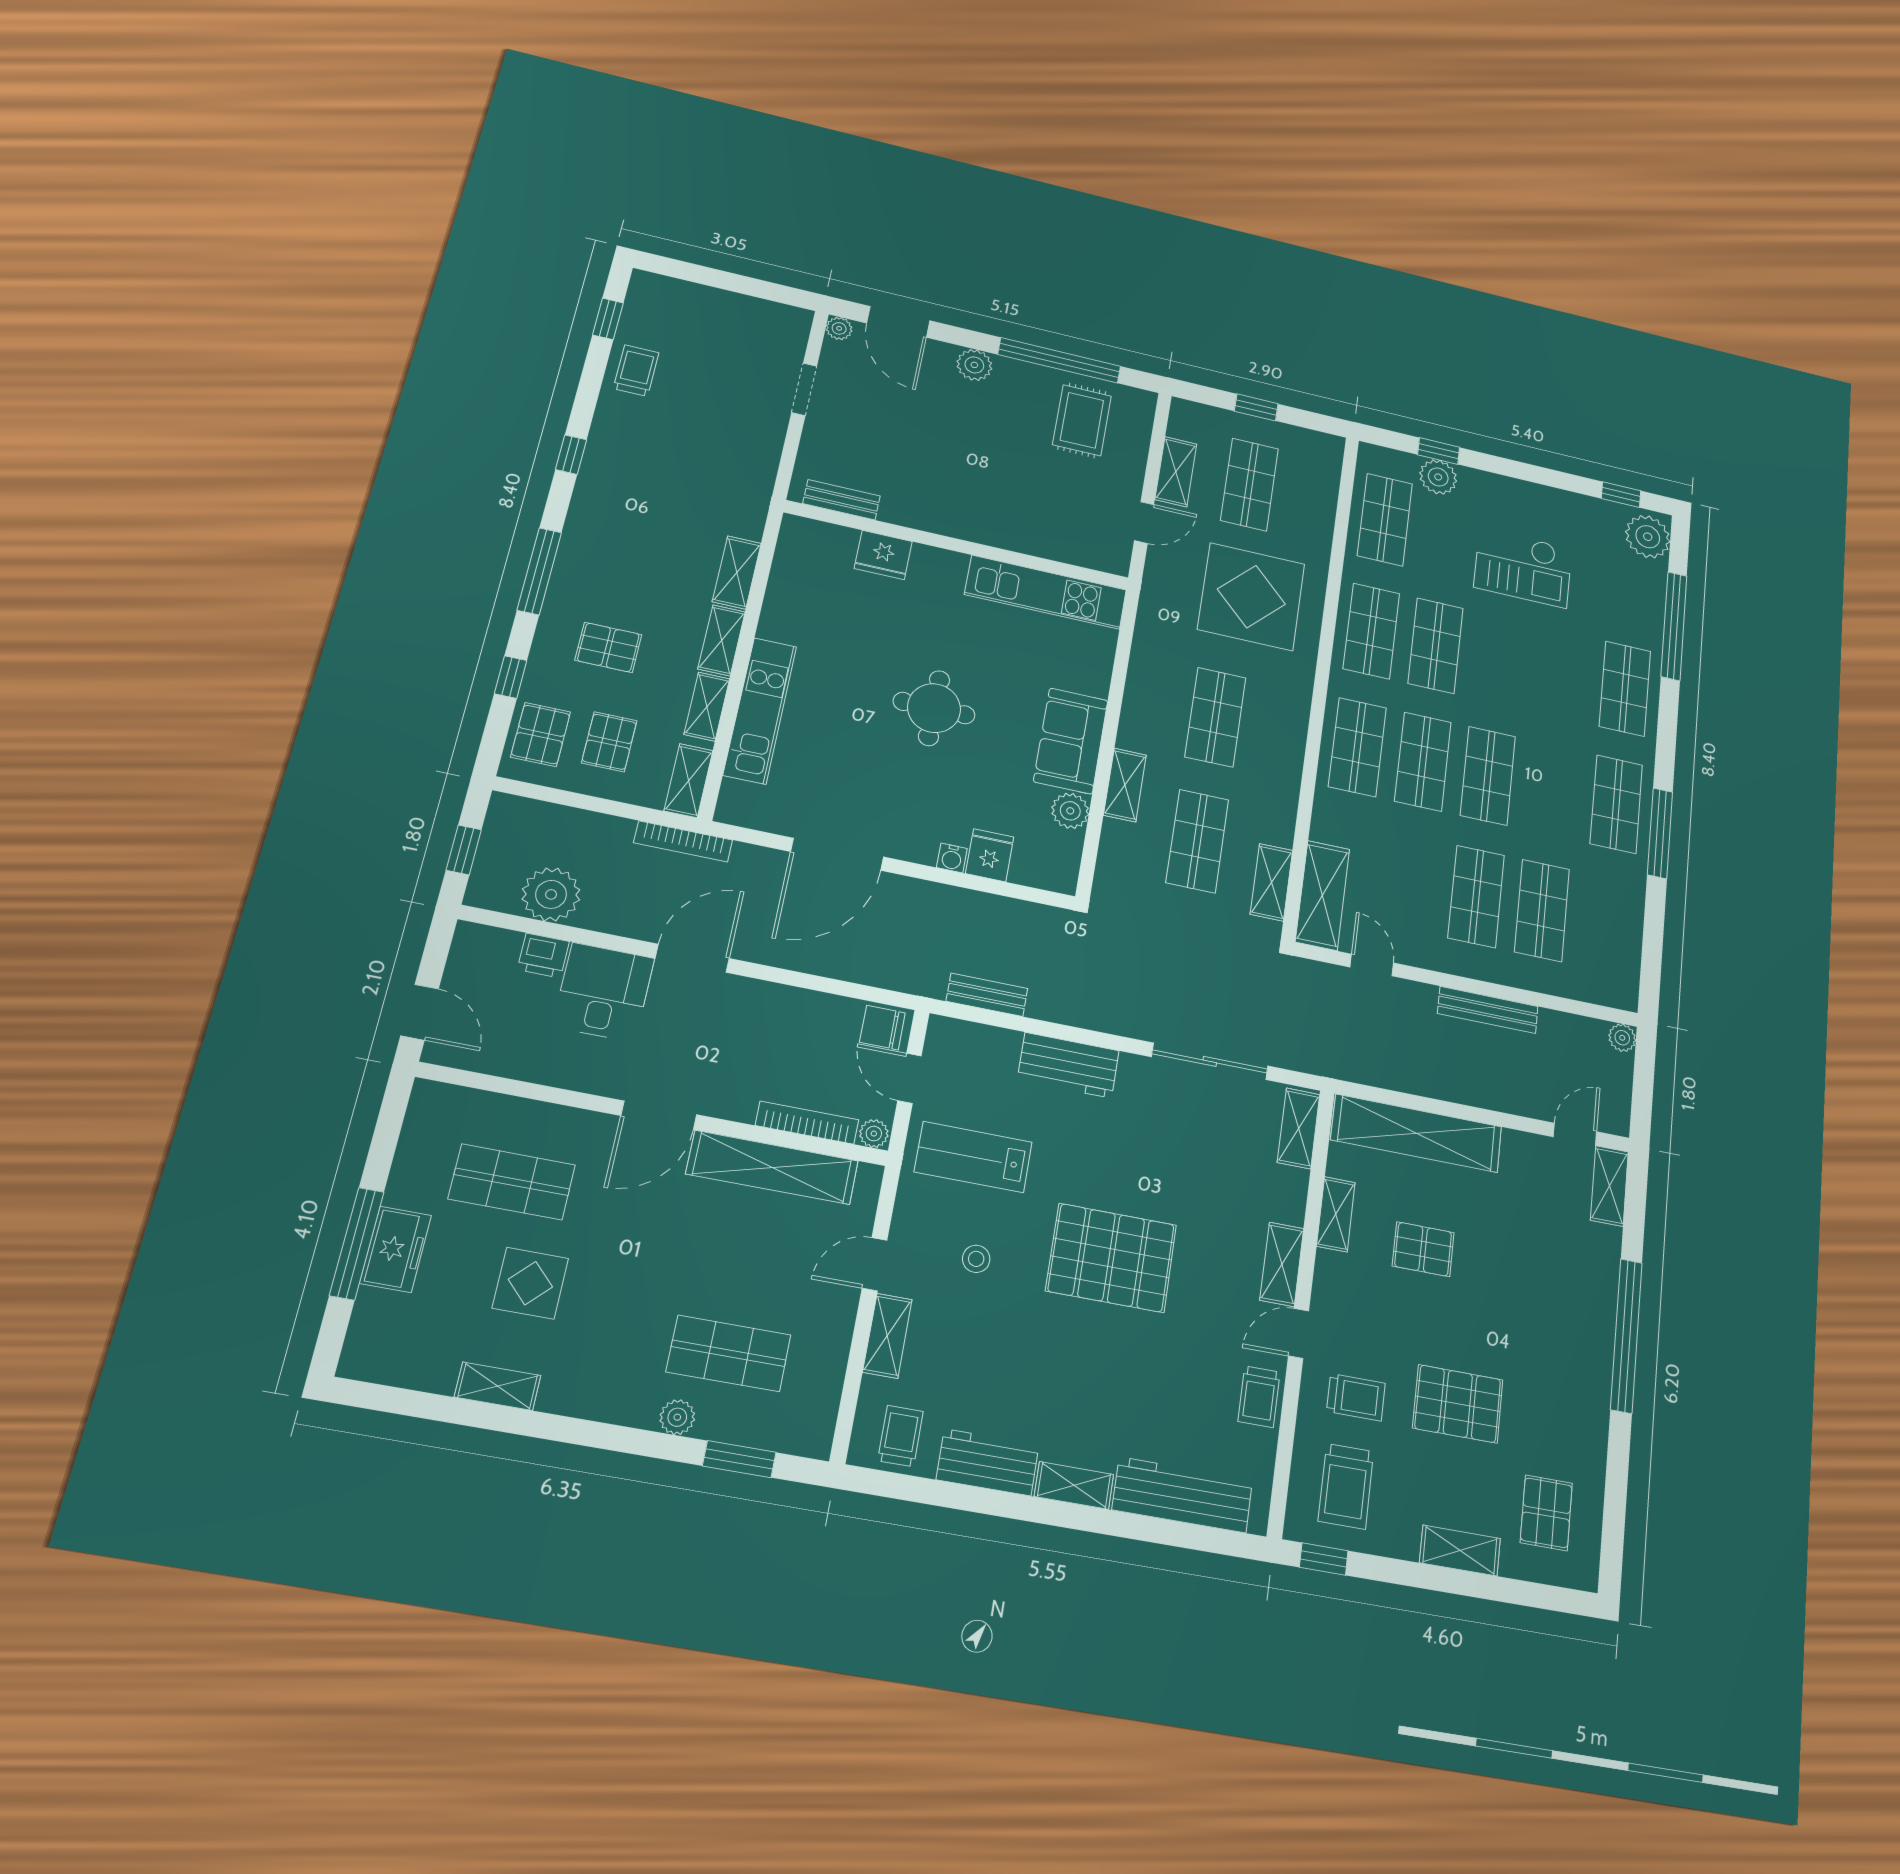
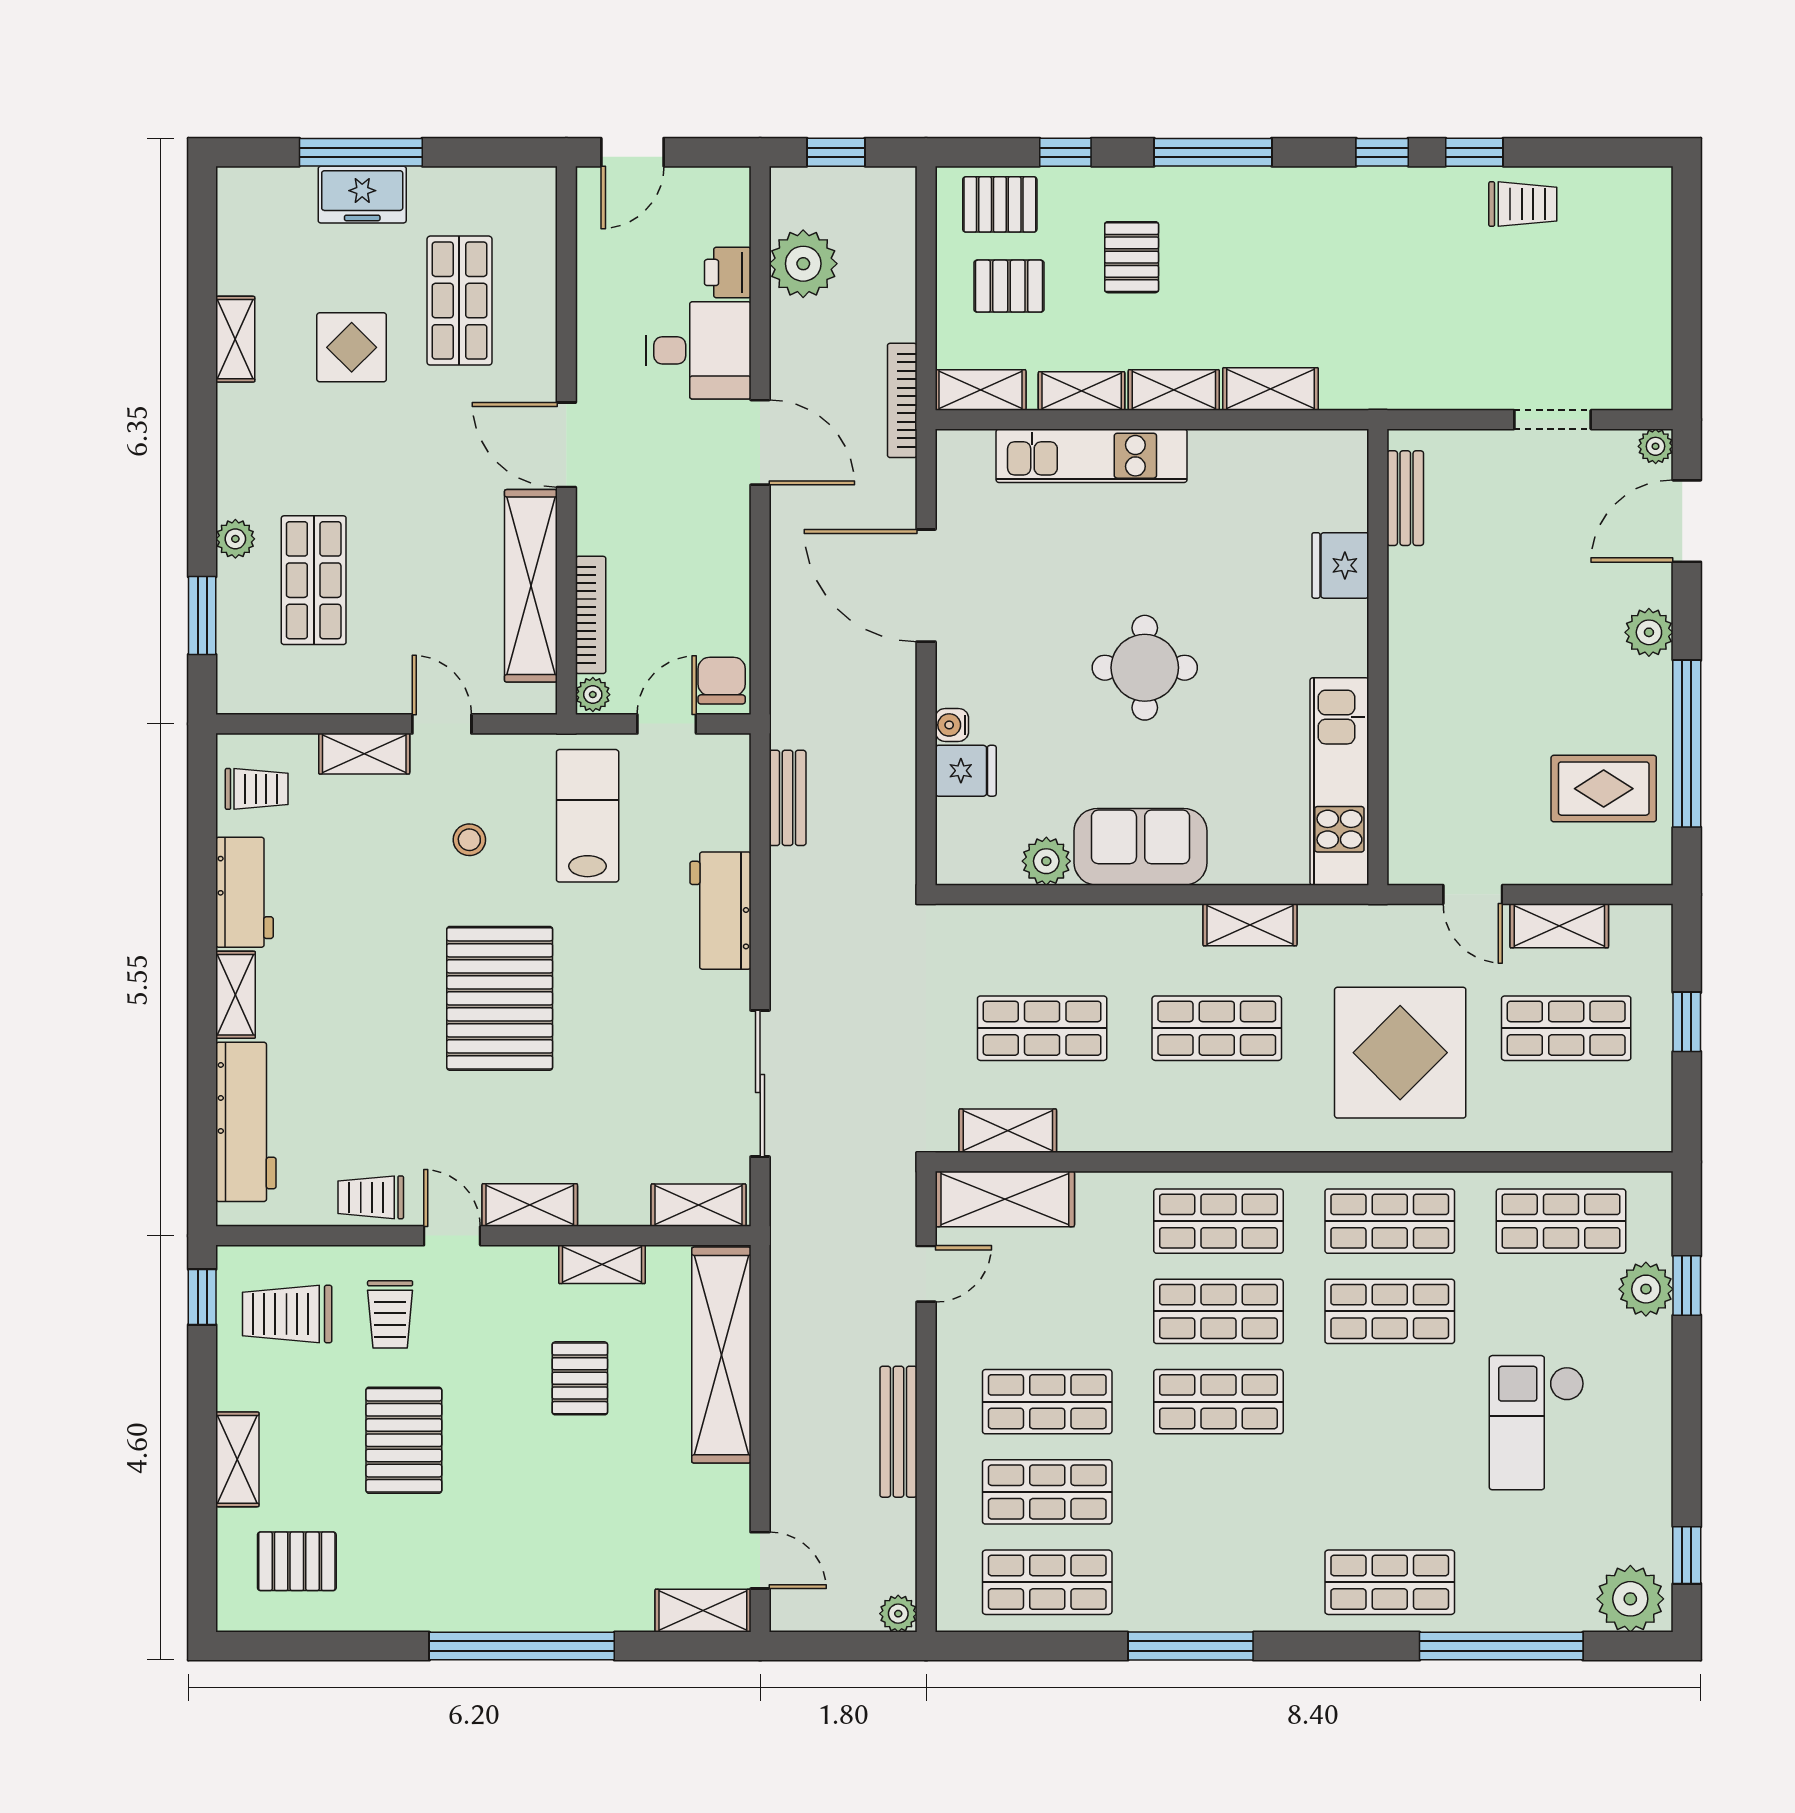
window: (608, 319) -> (1474, 152), moved
shelving: (1125, 785) -> (1250, 925), moved
shop shelf: (1616, 804) -> (1047, 1582), moved

